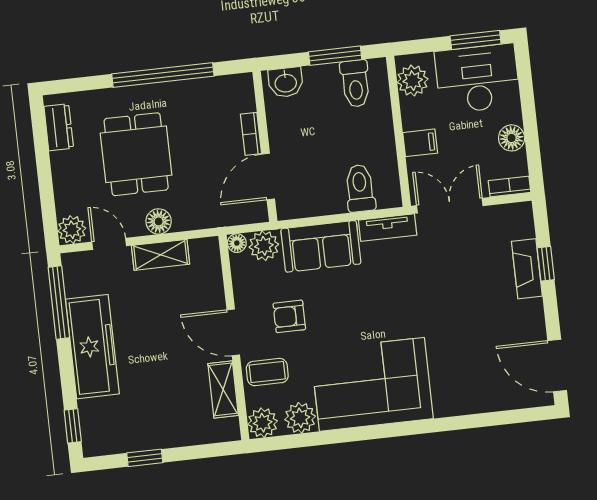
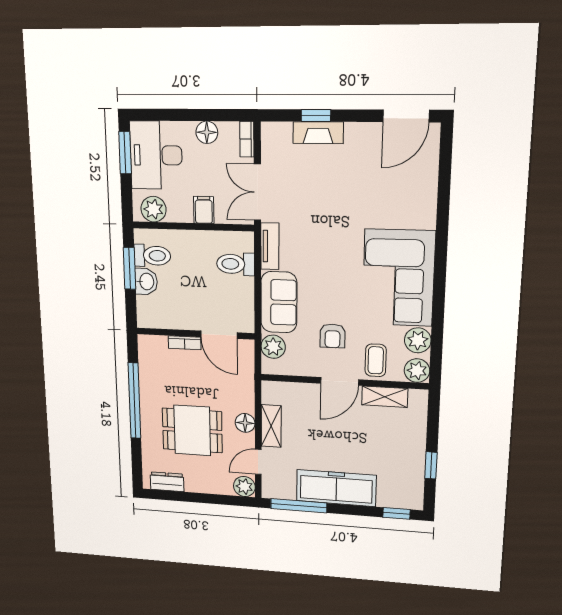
washbasin: (286, 82) -> (146, 281), moved
floor lamp: (237, 243) -> (269, 367), removed

